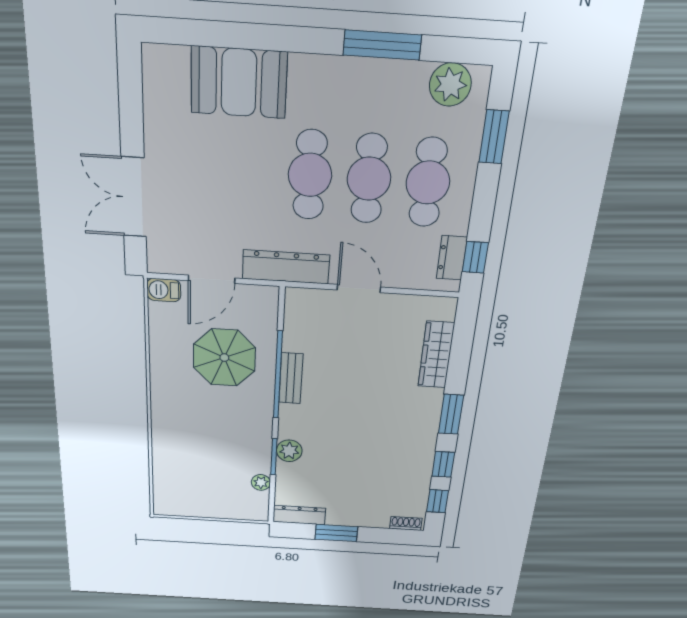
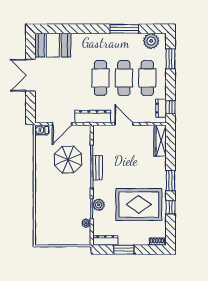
booth: (239, 82) -> (53, 45), moved
double door: (134, 197) -> (31, 75), moved
wardrobe: (436, 355) -> (160, 141), moved
rug: (376, 455) -> (139, 205), added
window: (438, 501) -> (170, 228), removed

